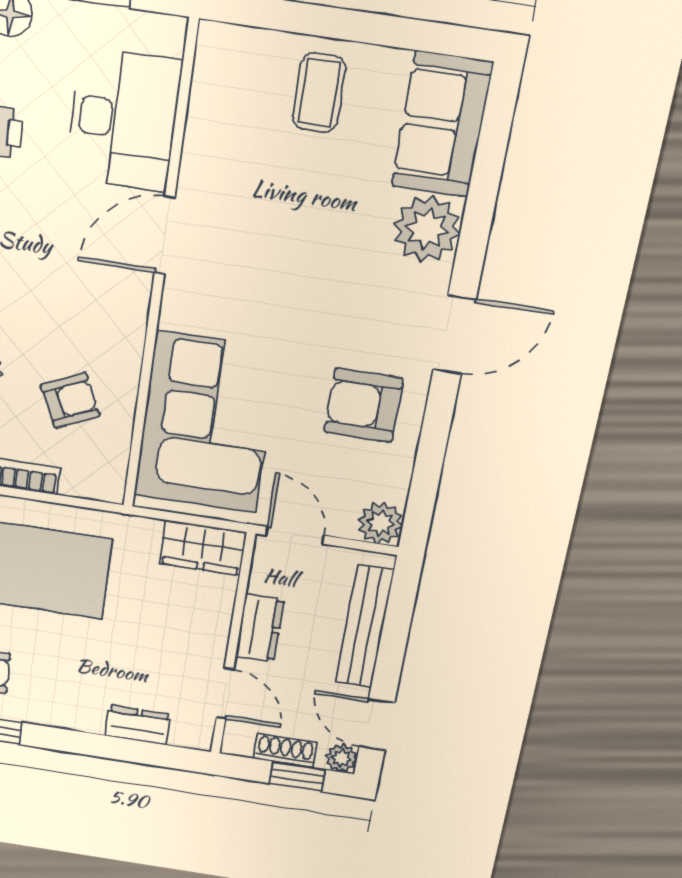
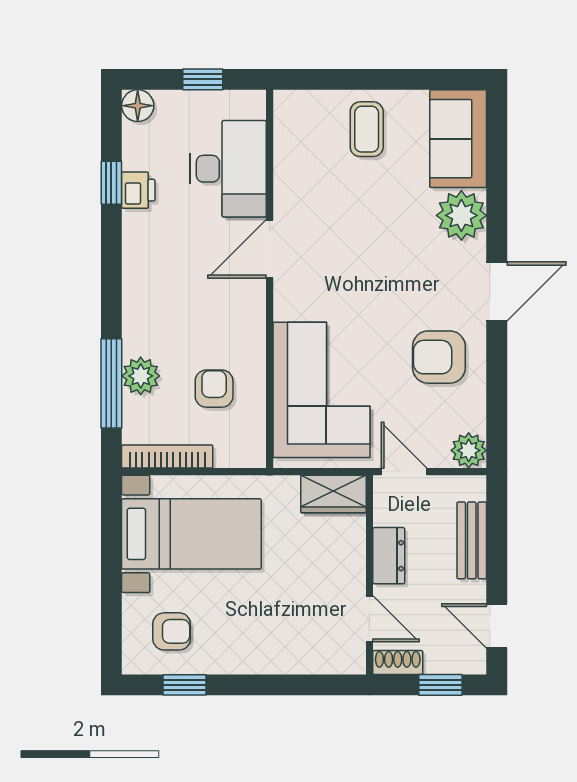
armchair: (70, 400) -> (214, 389), turned -65
bench: (365, 627) -> (472, 540), width x0.73
dresser: (138, 725) -> (302, 660), removed
shoe rack: (285, 751) -> (398, 662), moved
plant: (341, 758) -> (473, 662), removed

